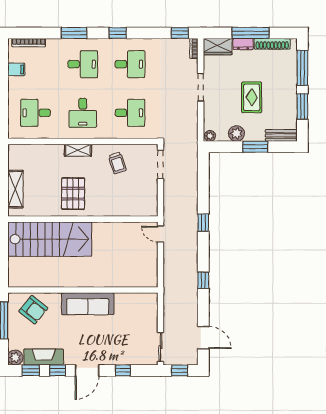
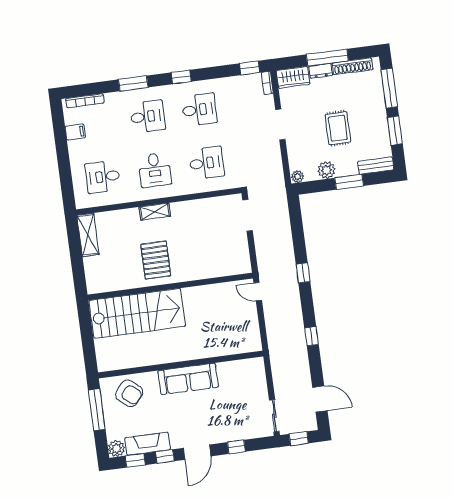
trolley: (117, 163) -> (200, 220), removed
shelving: (15, 189) -> (88, 235), moved

